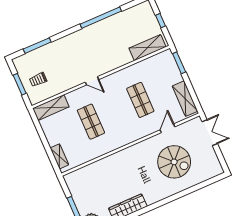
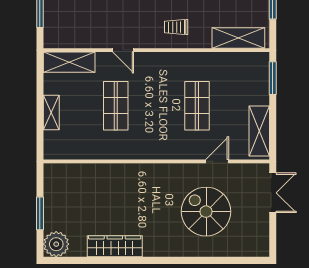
trolley: (38, 80) -> (176, 27), moved
door: (92, 81) -> (123, 50), moved
shelving: (59, 156) -> (51, 112), moved
spiral stairs: (174, 162) -> (206, 212), turned 180

